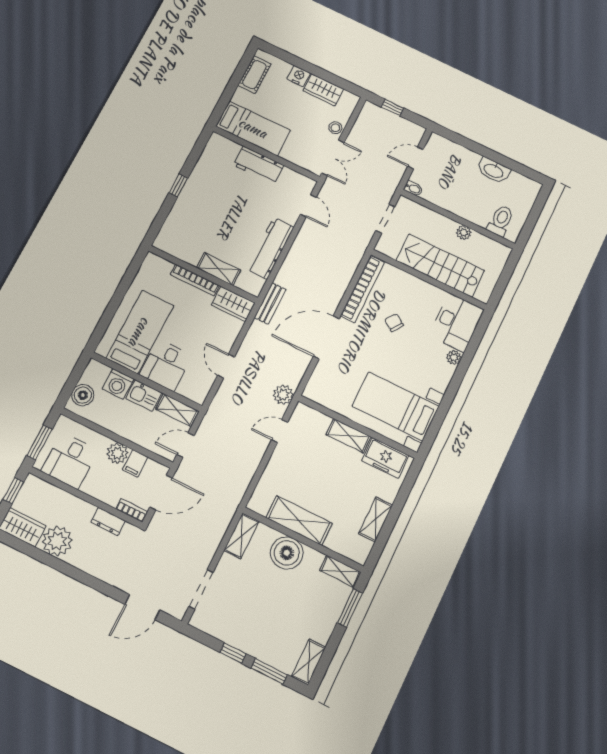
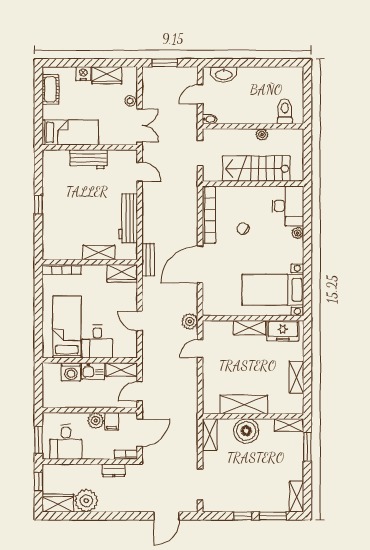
window: (392, 108) -> (164, 63), width x1.50
washbasin: (494, 170) -> (224, 74), moved
bookcase: (195, 280) -> (62, 269), moved
boiler: (83, 395) -> (51, 392), removed

